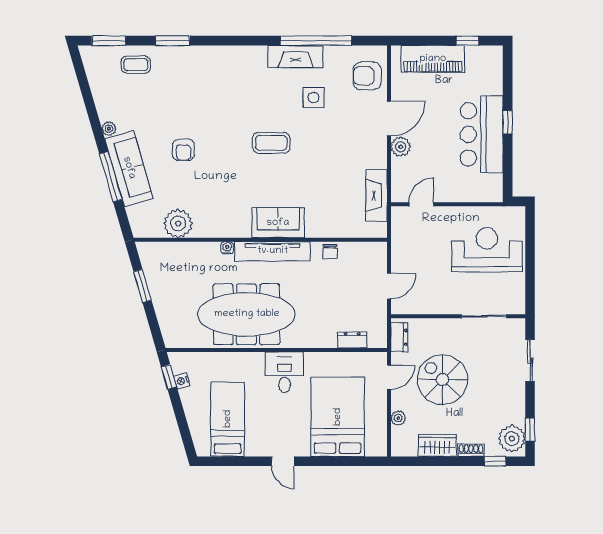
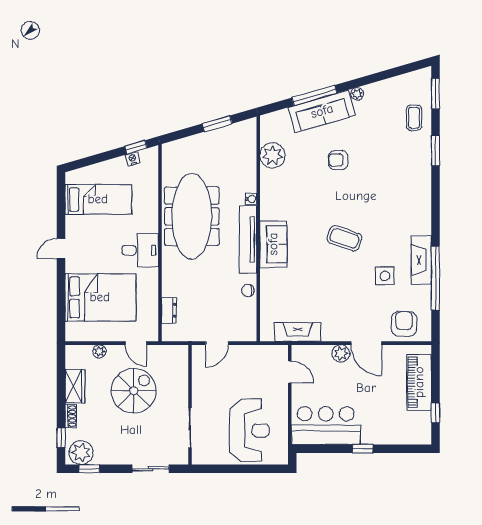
bar counter: (482, 135) -> (326, 426), moved
coffee table: (271, 143) -> (344, 238), turned -71
door: (389, 286) -> (217, 343), hinge flipped
dresser: (399, 337) -> (171, 352), removed

